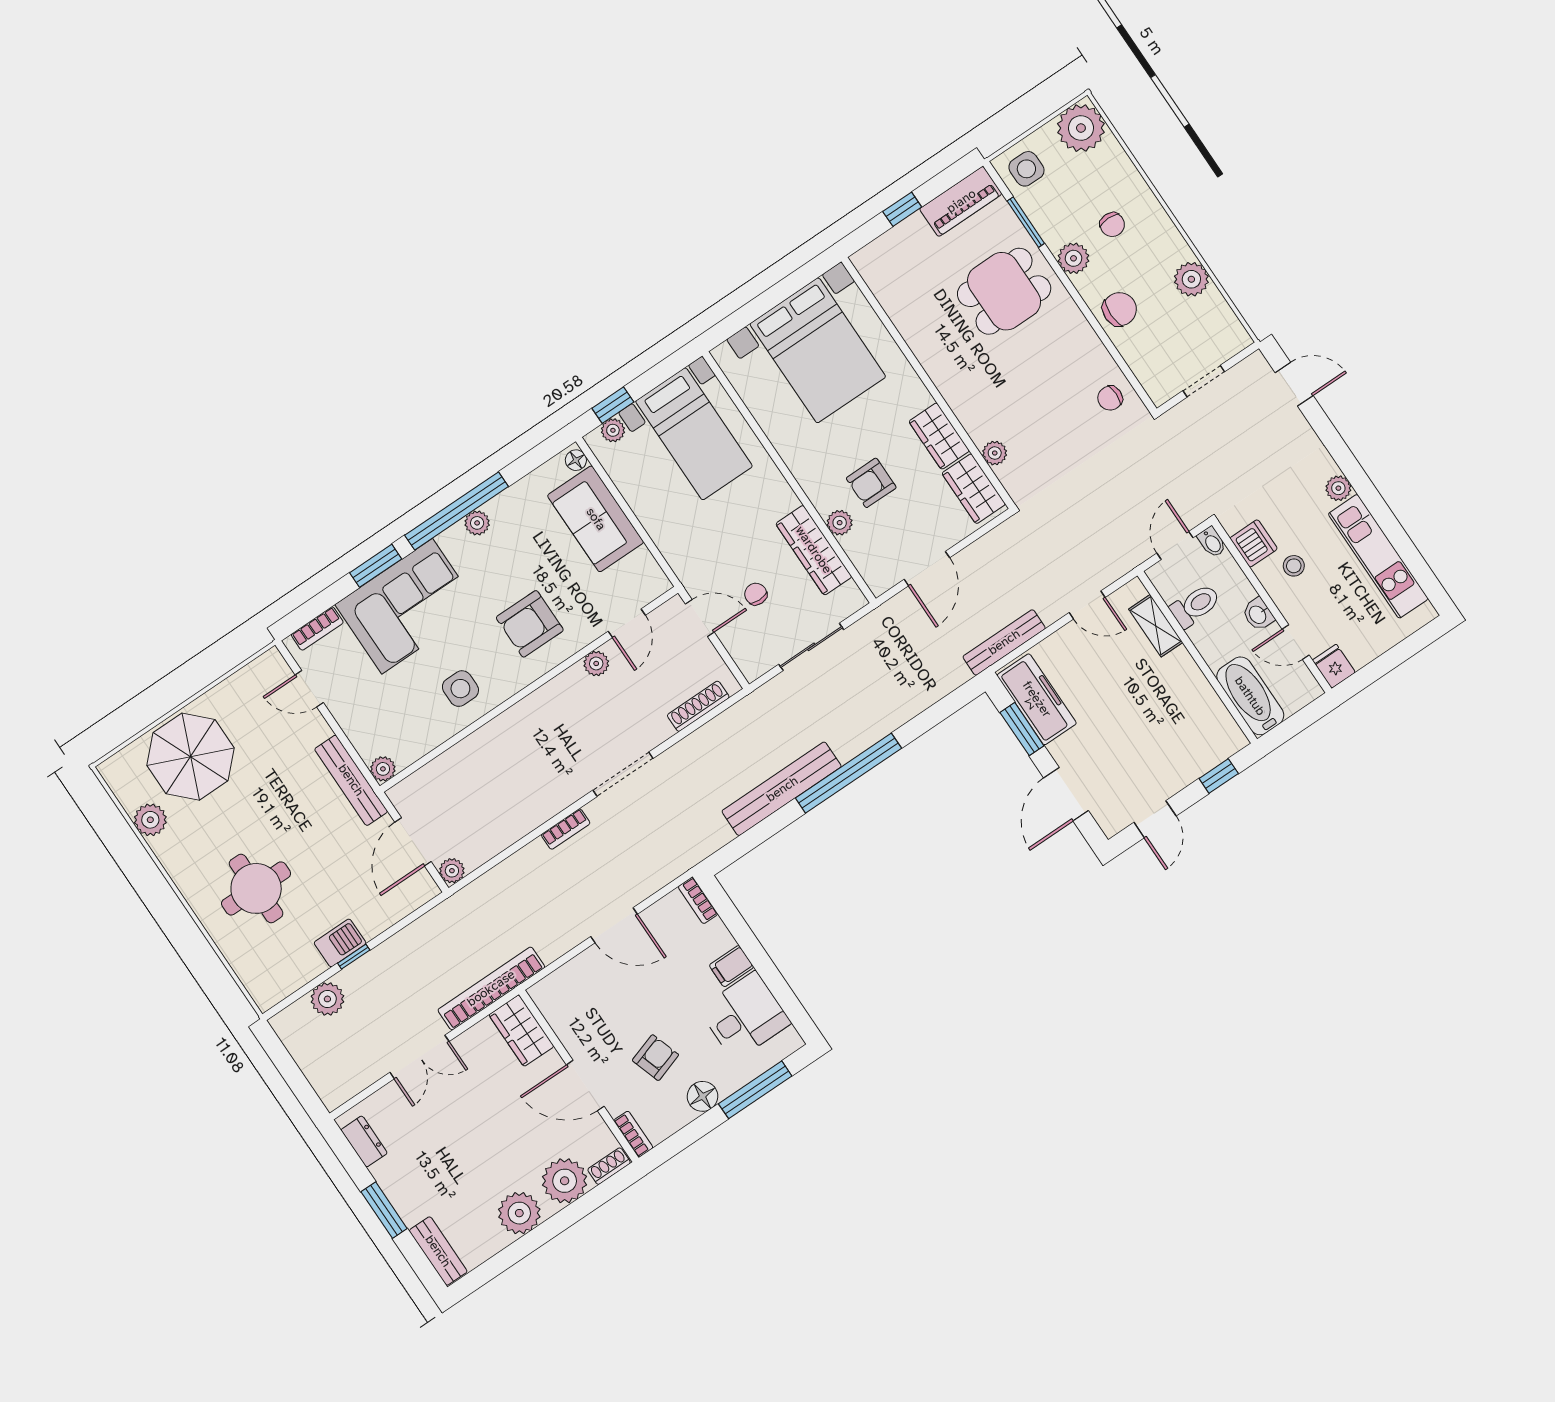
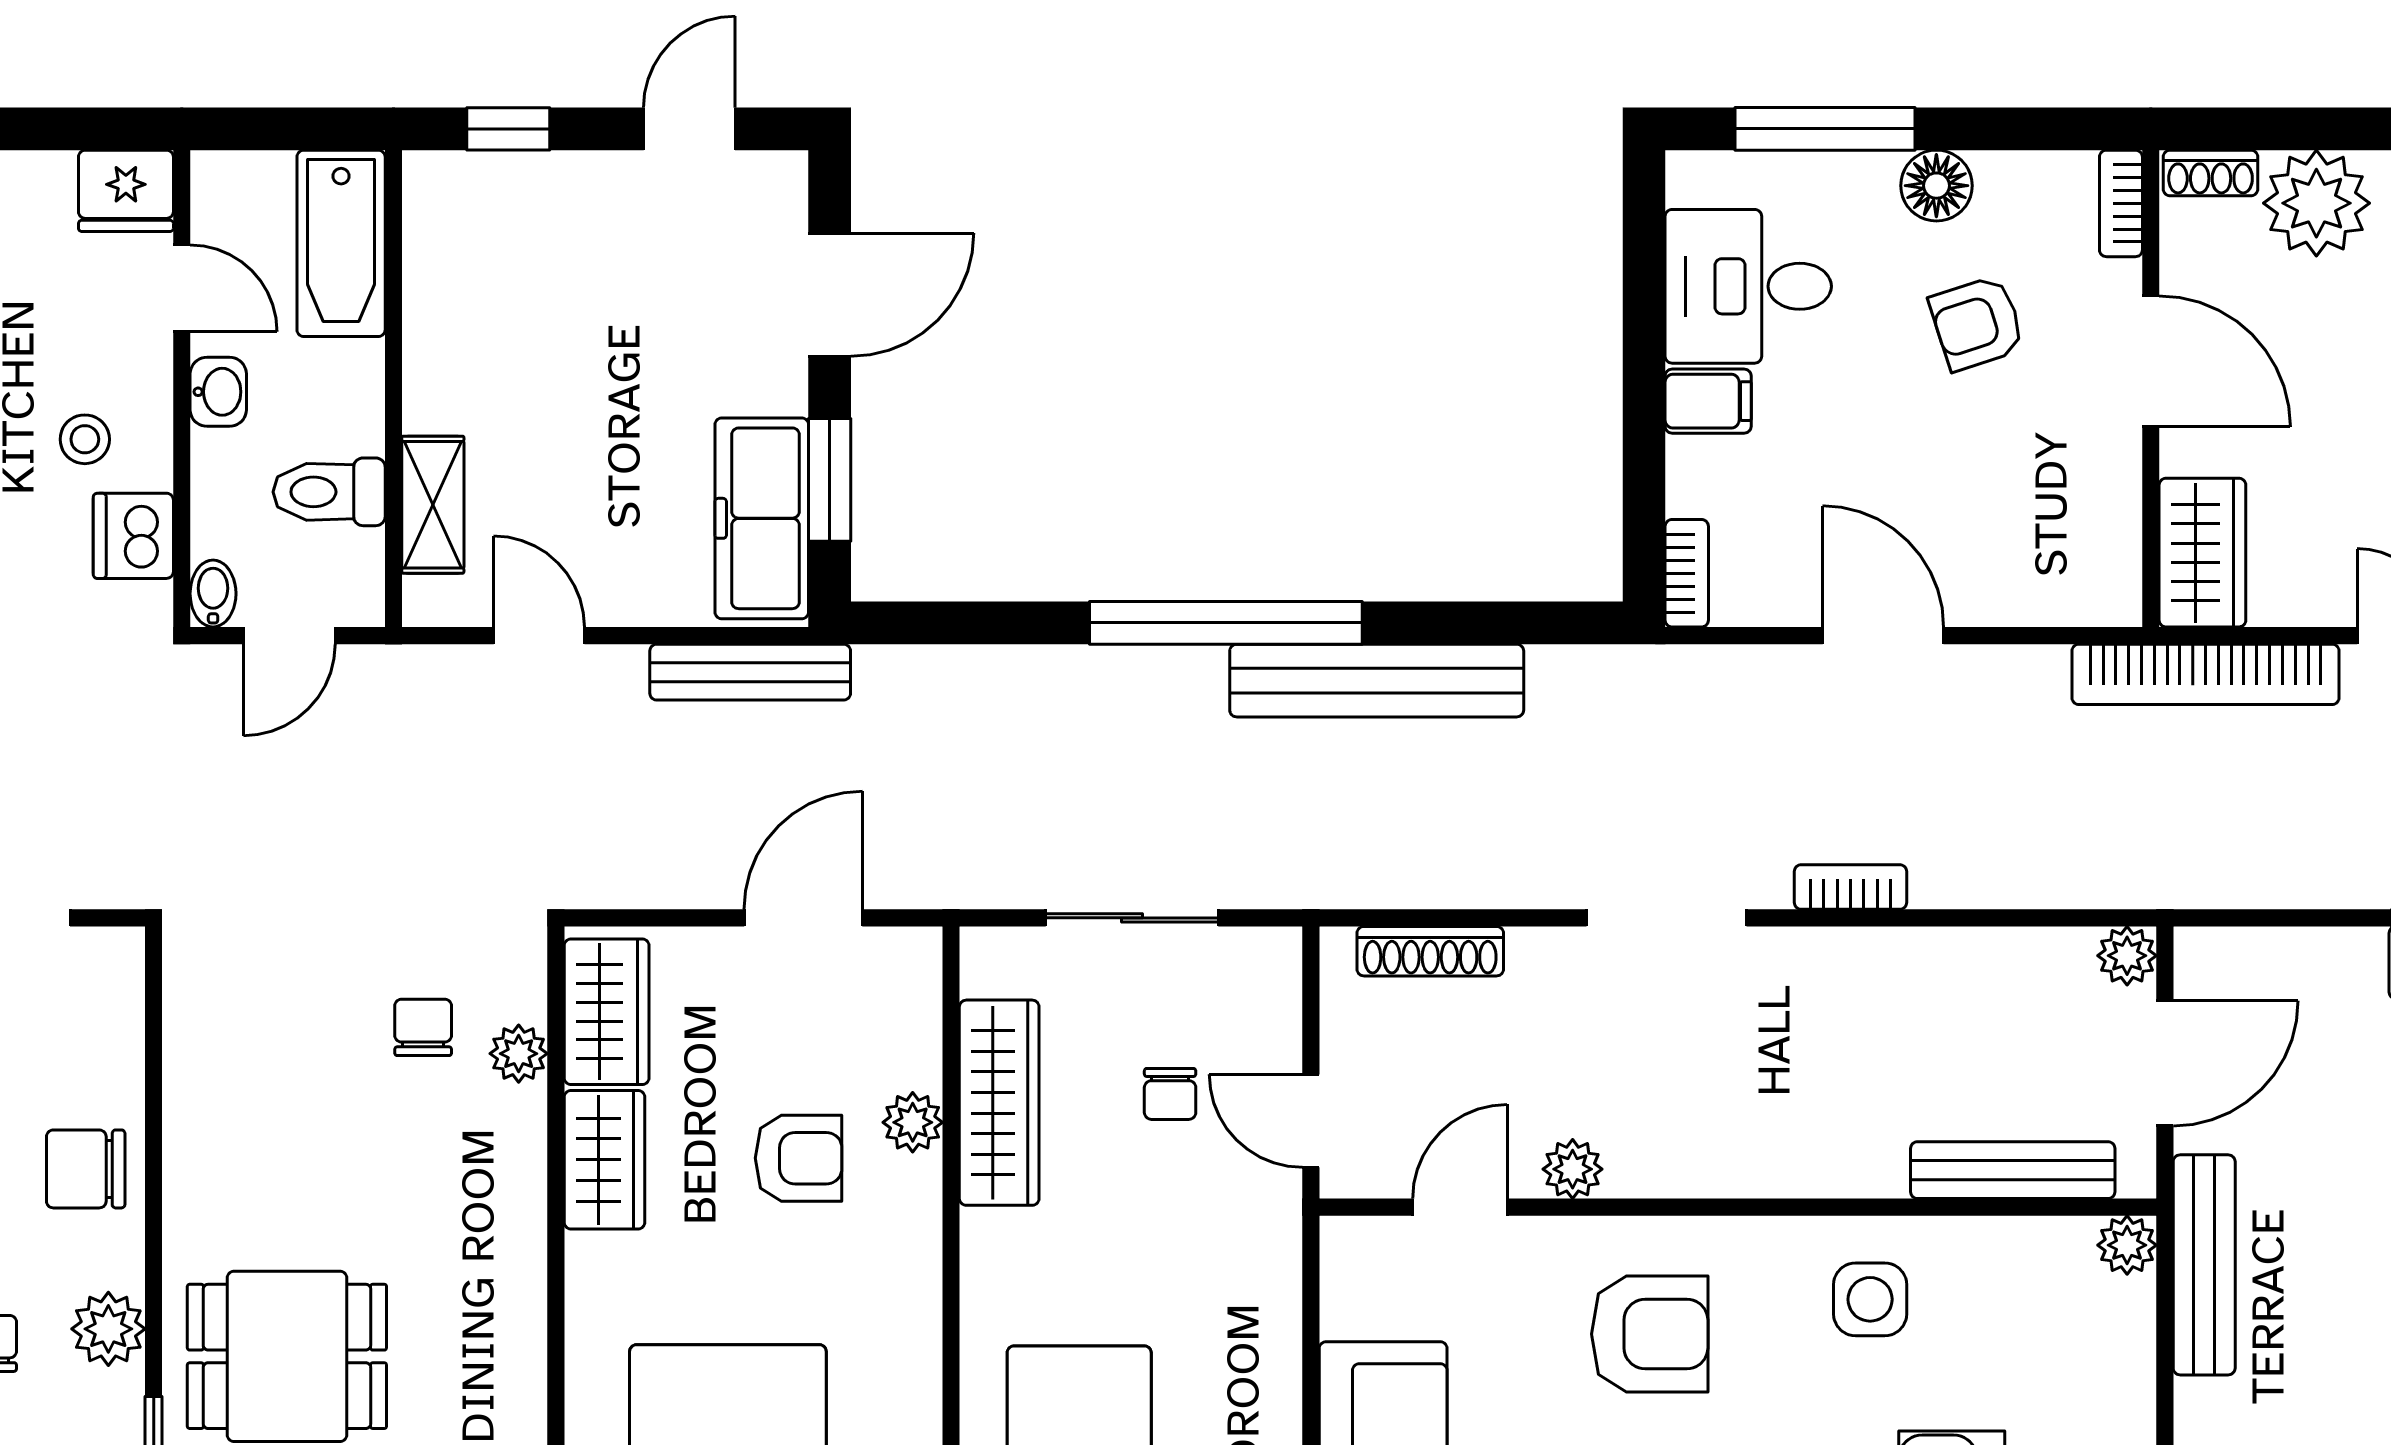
chair: (1110, 398) -> (423, 1027), moved, turned -90
fridge: (1334, 666) -> (126, 191), width x1.38
bench: (441, 768) -> (2013, 1170), added

